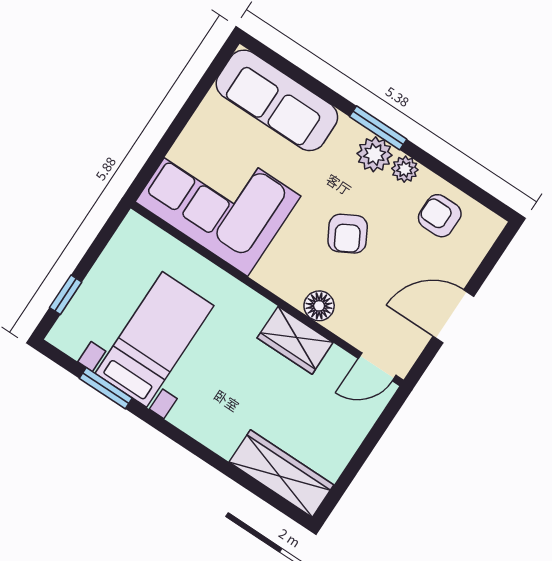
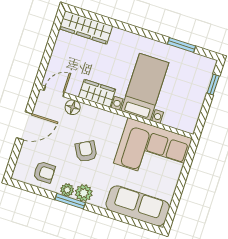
window: (378, 128) -> (70, 201), moved
floor lamp: (319, 306) -> (73, 107), moved
bed with nightstands: (155, 339) -> (145, 87), moved, turned 180

